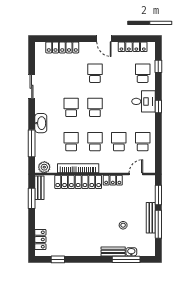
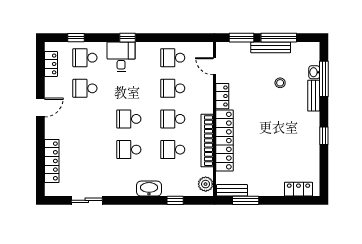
locker: (133, 47) -> (51, 64), width x0.66
school desk: (95, 73) -> (85, 88), moved
sliding door: (32, 87) -> (87, 200), moved
window: (32, 143) -> (175, 200), width x0.46
window: (58, 259) -> (324, 136), moved

